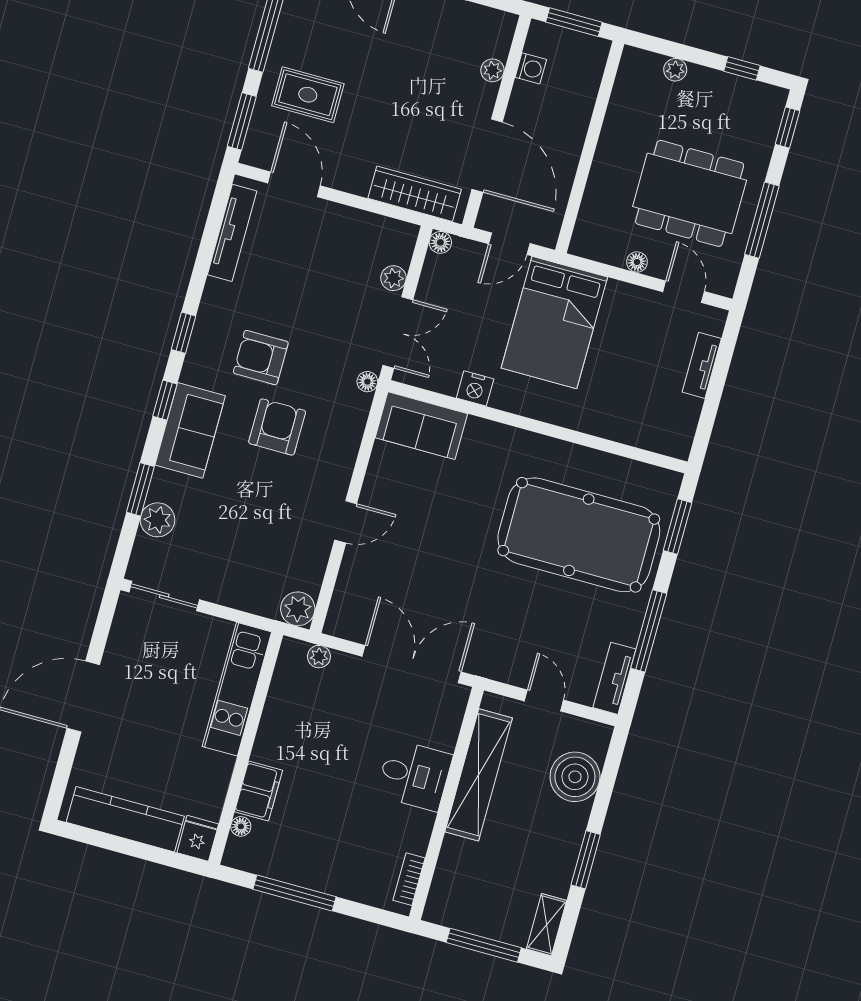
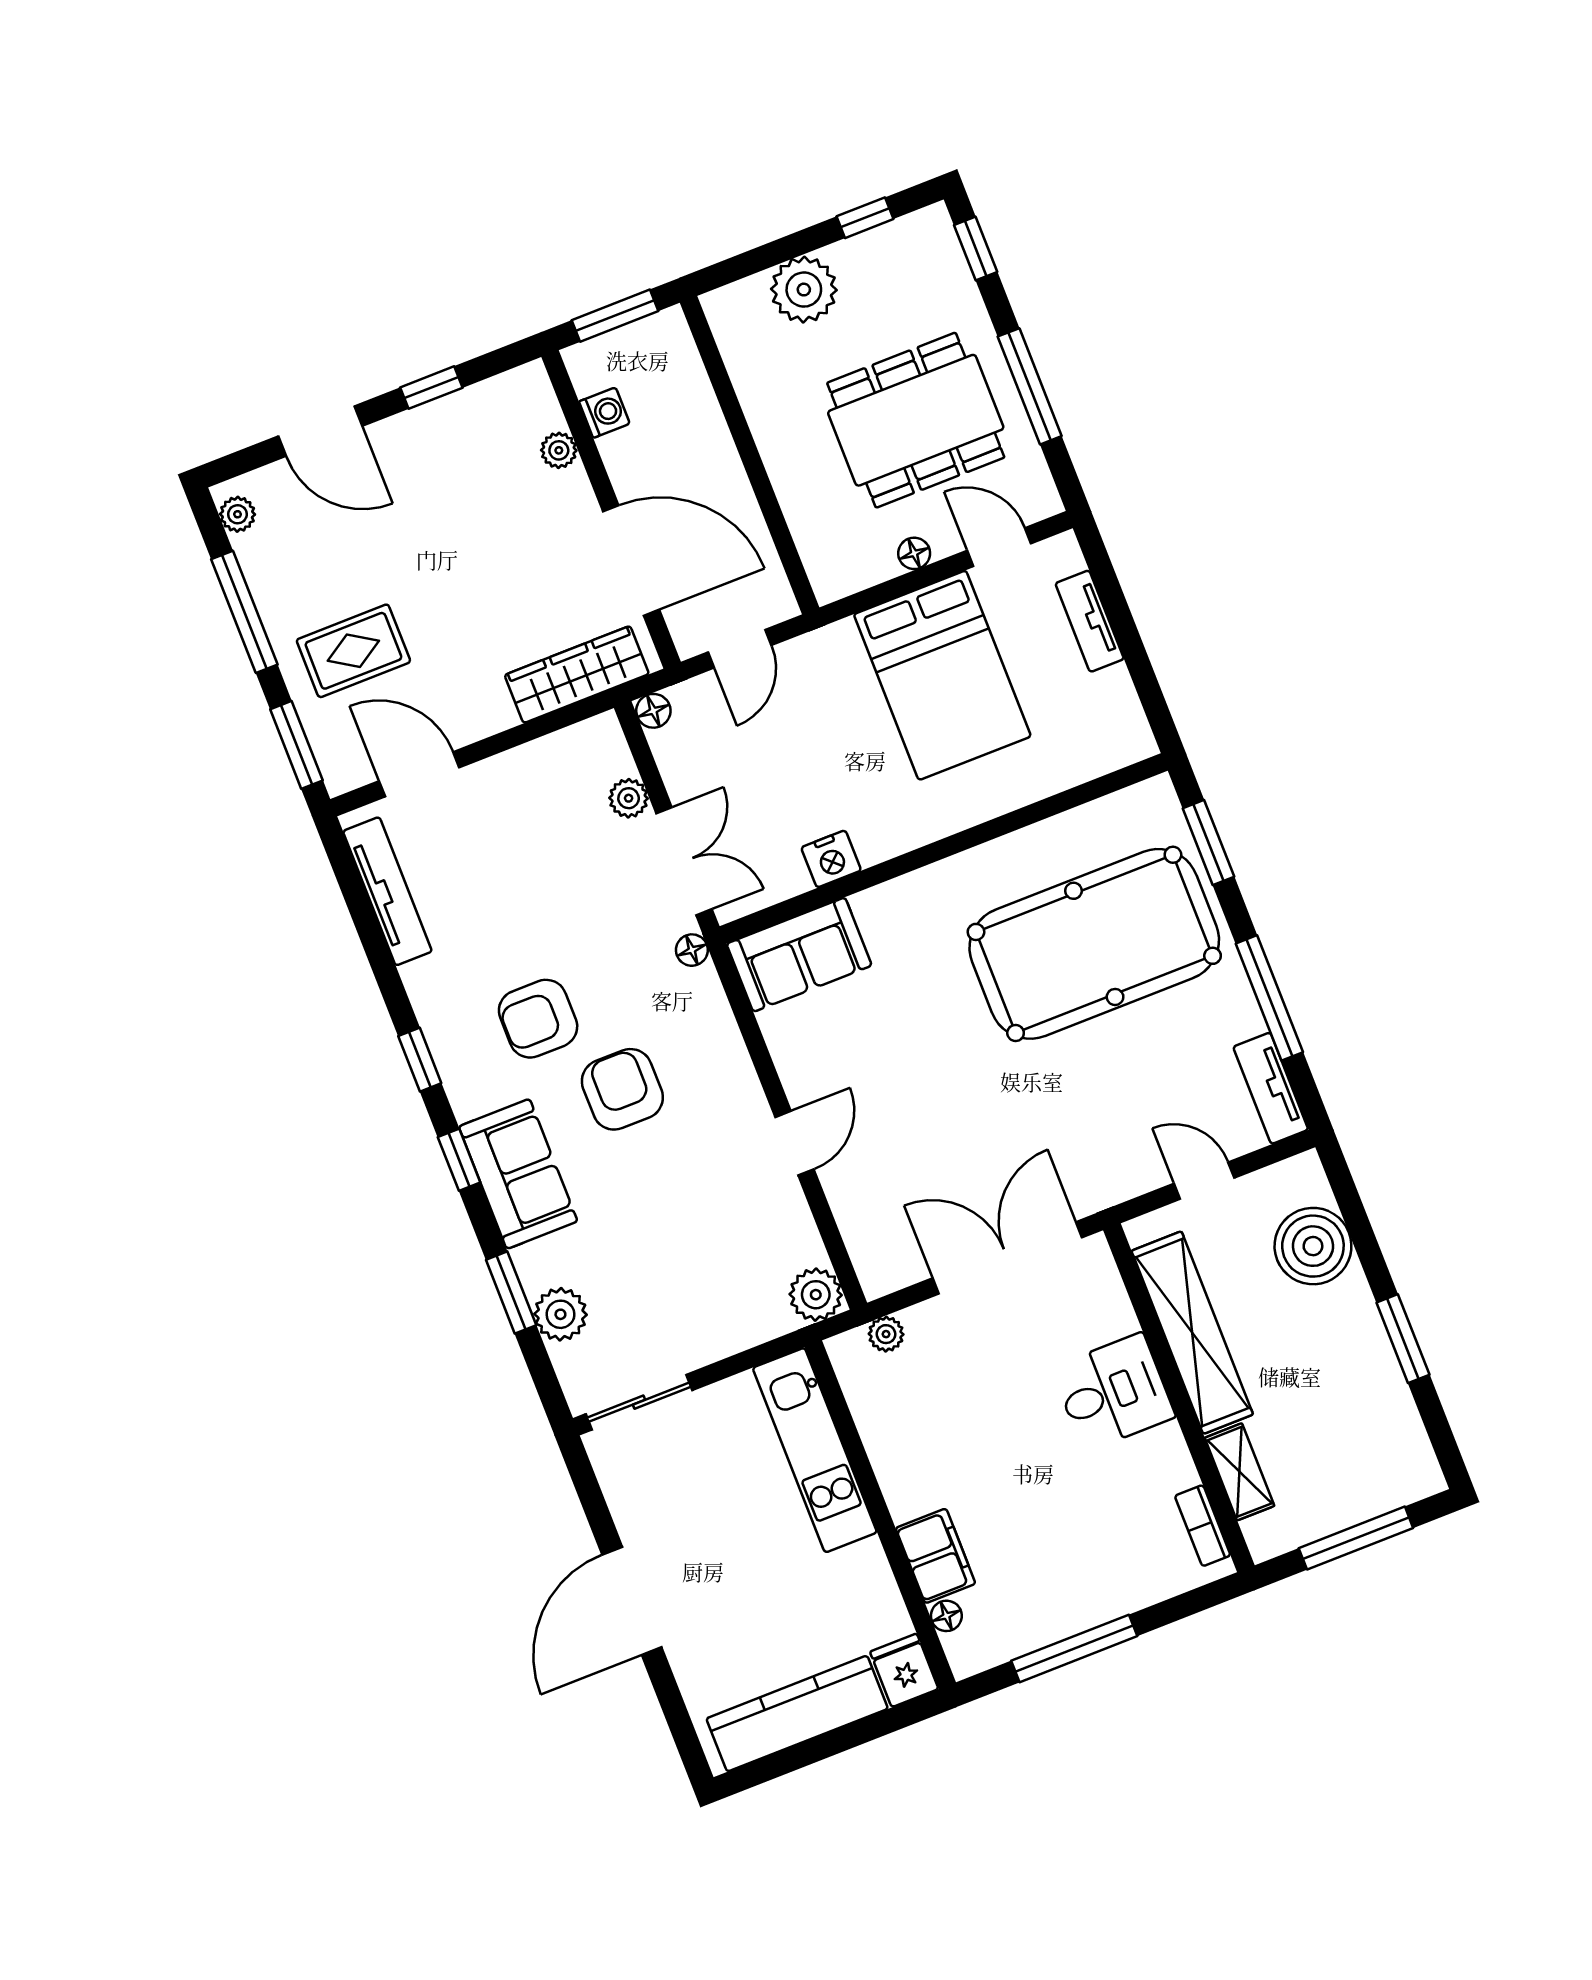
plant: (675, 70) -> (804, 290), width x1.87, depth x1.87
bed: (554, 323) -> (942, 675), moved
shelving: (547, 925) -> (1239, 1472), moved

